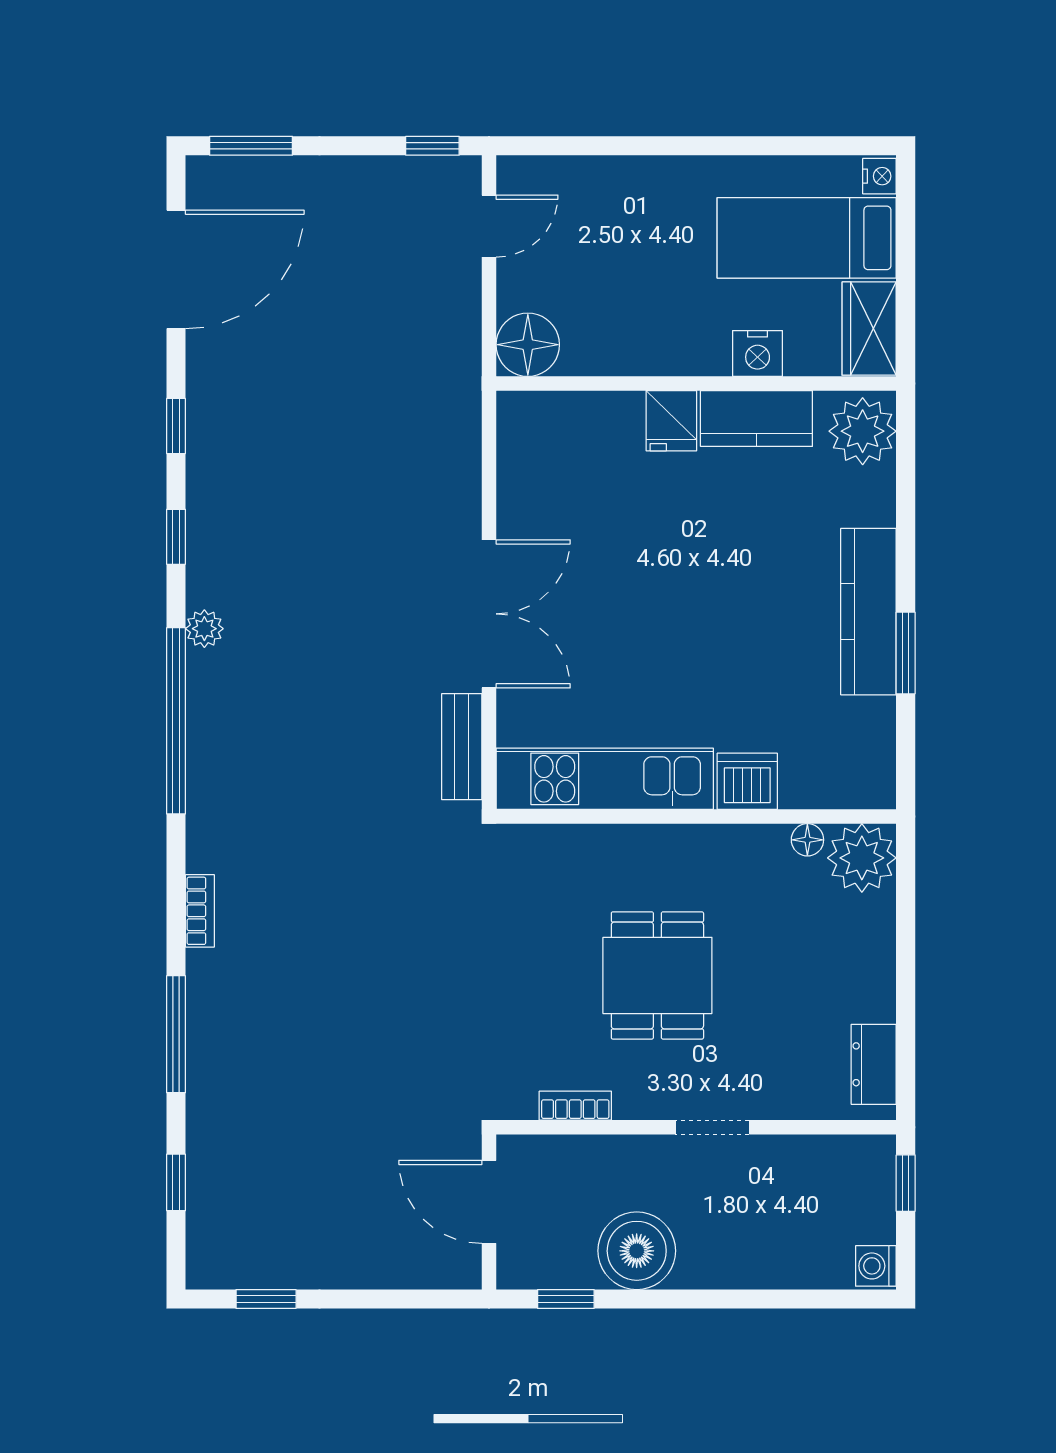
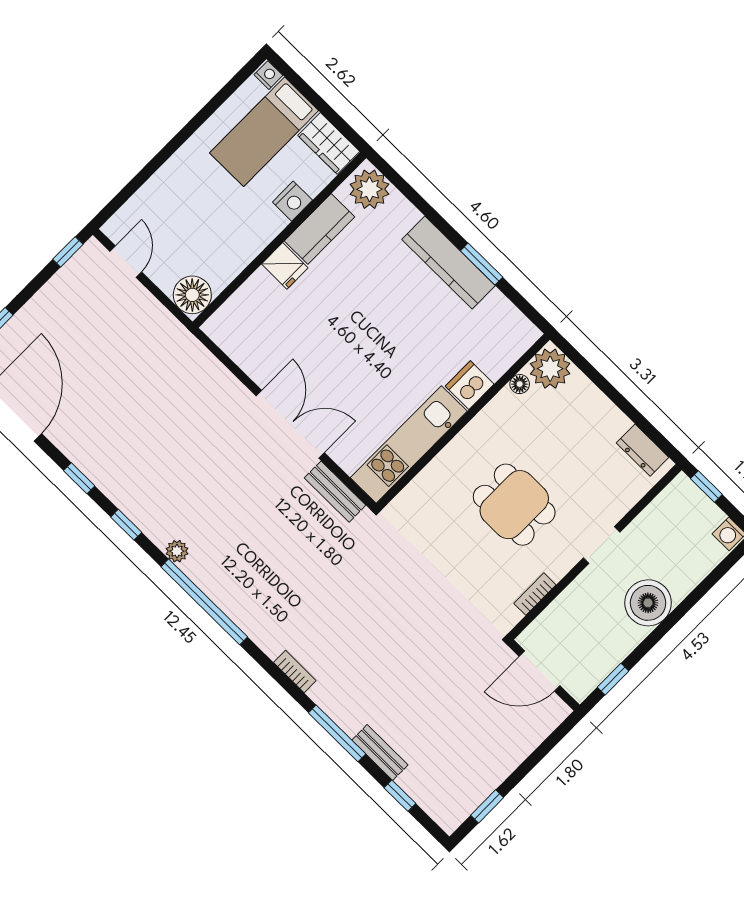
bench: (204, 1108) -> (380, 752), added
boiler: (637, 1251) -> (648, 603), moved

